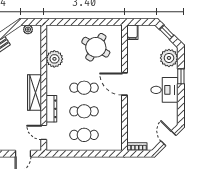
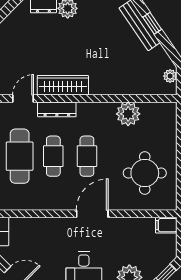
round table: (96, 47) -> (145, 173), turned -31
wardrobe: (34, 93) -> (63, 85), moved
cafe table: (84, 135) -> (20, 156), width x1.37, depth x1.35

